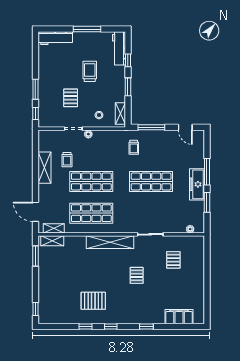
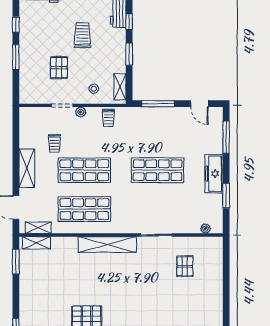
window: (35, 113) -> (16, 25), moved
trolley: (134, 147) -> (108, 118), moved
shelving: (44, 168) -> (27, 168), moved
window: (207, 172) -> (226, 137), moved
pallet: (137, 275) -> (140, 285), removed

